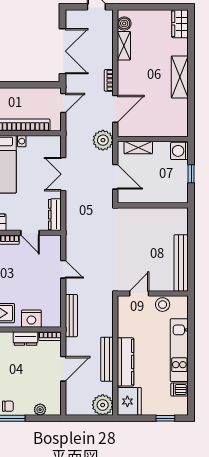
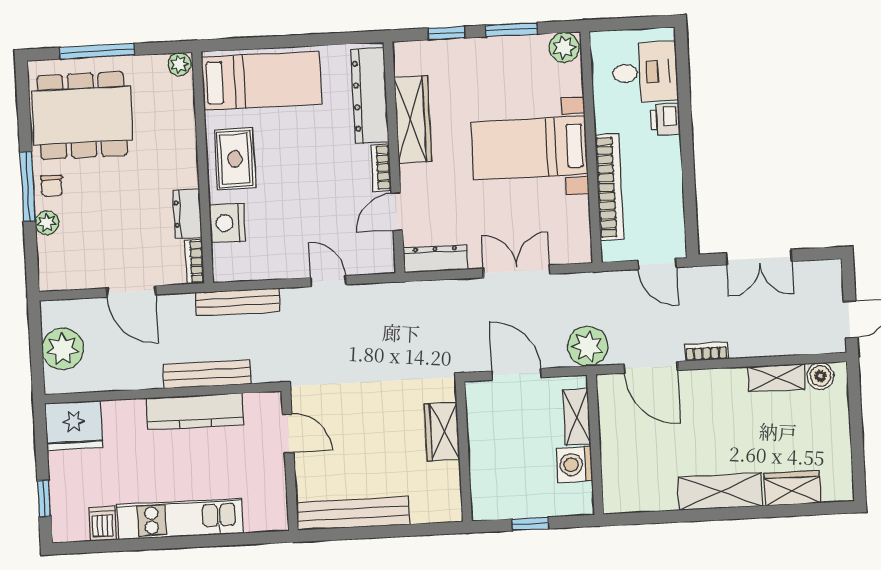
wardrobe: (180, 24) -> (792, 488), moved
double door: (63, 51) -> (759, 257), width x0.73
washing machine: (179, 151) -> (575, 464), moved, turned -90
door: (115, 177) -> (517, 374), swing flipped
wardrobe: (142, 216) -> (442, 432), added
door: (63, 269) -> (328, 281), swing flipped
stool: (163, 305) -> (269, 481), removed
bench: (107, 359) -> (207, 374), moved
kitchen counter: (126, 362) -> (195, 411), moved
plant: (103, 405) -> (63, 349), moved
plant: (40, 410) -> (47, 223), moved

